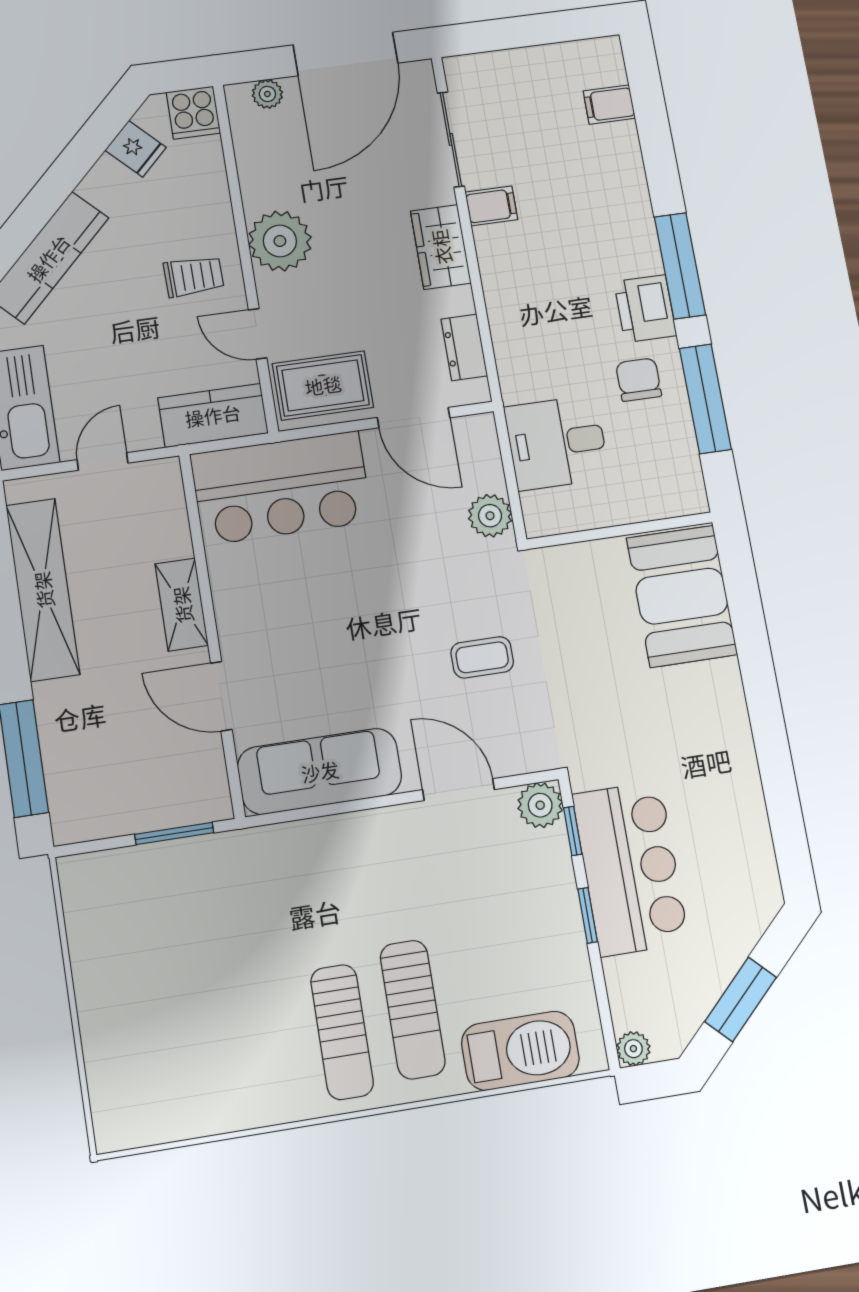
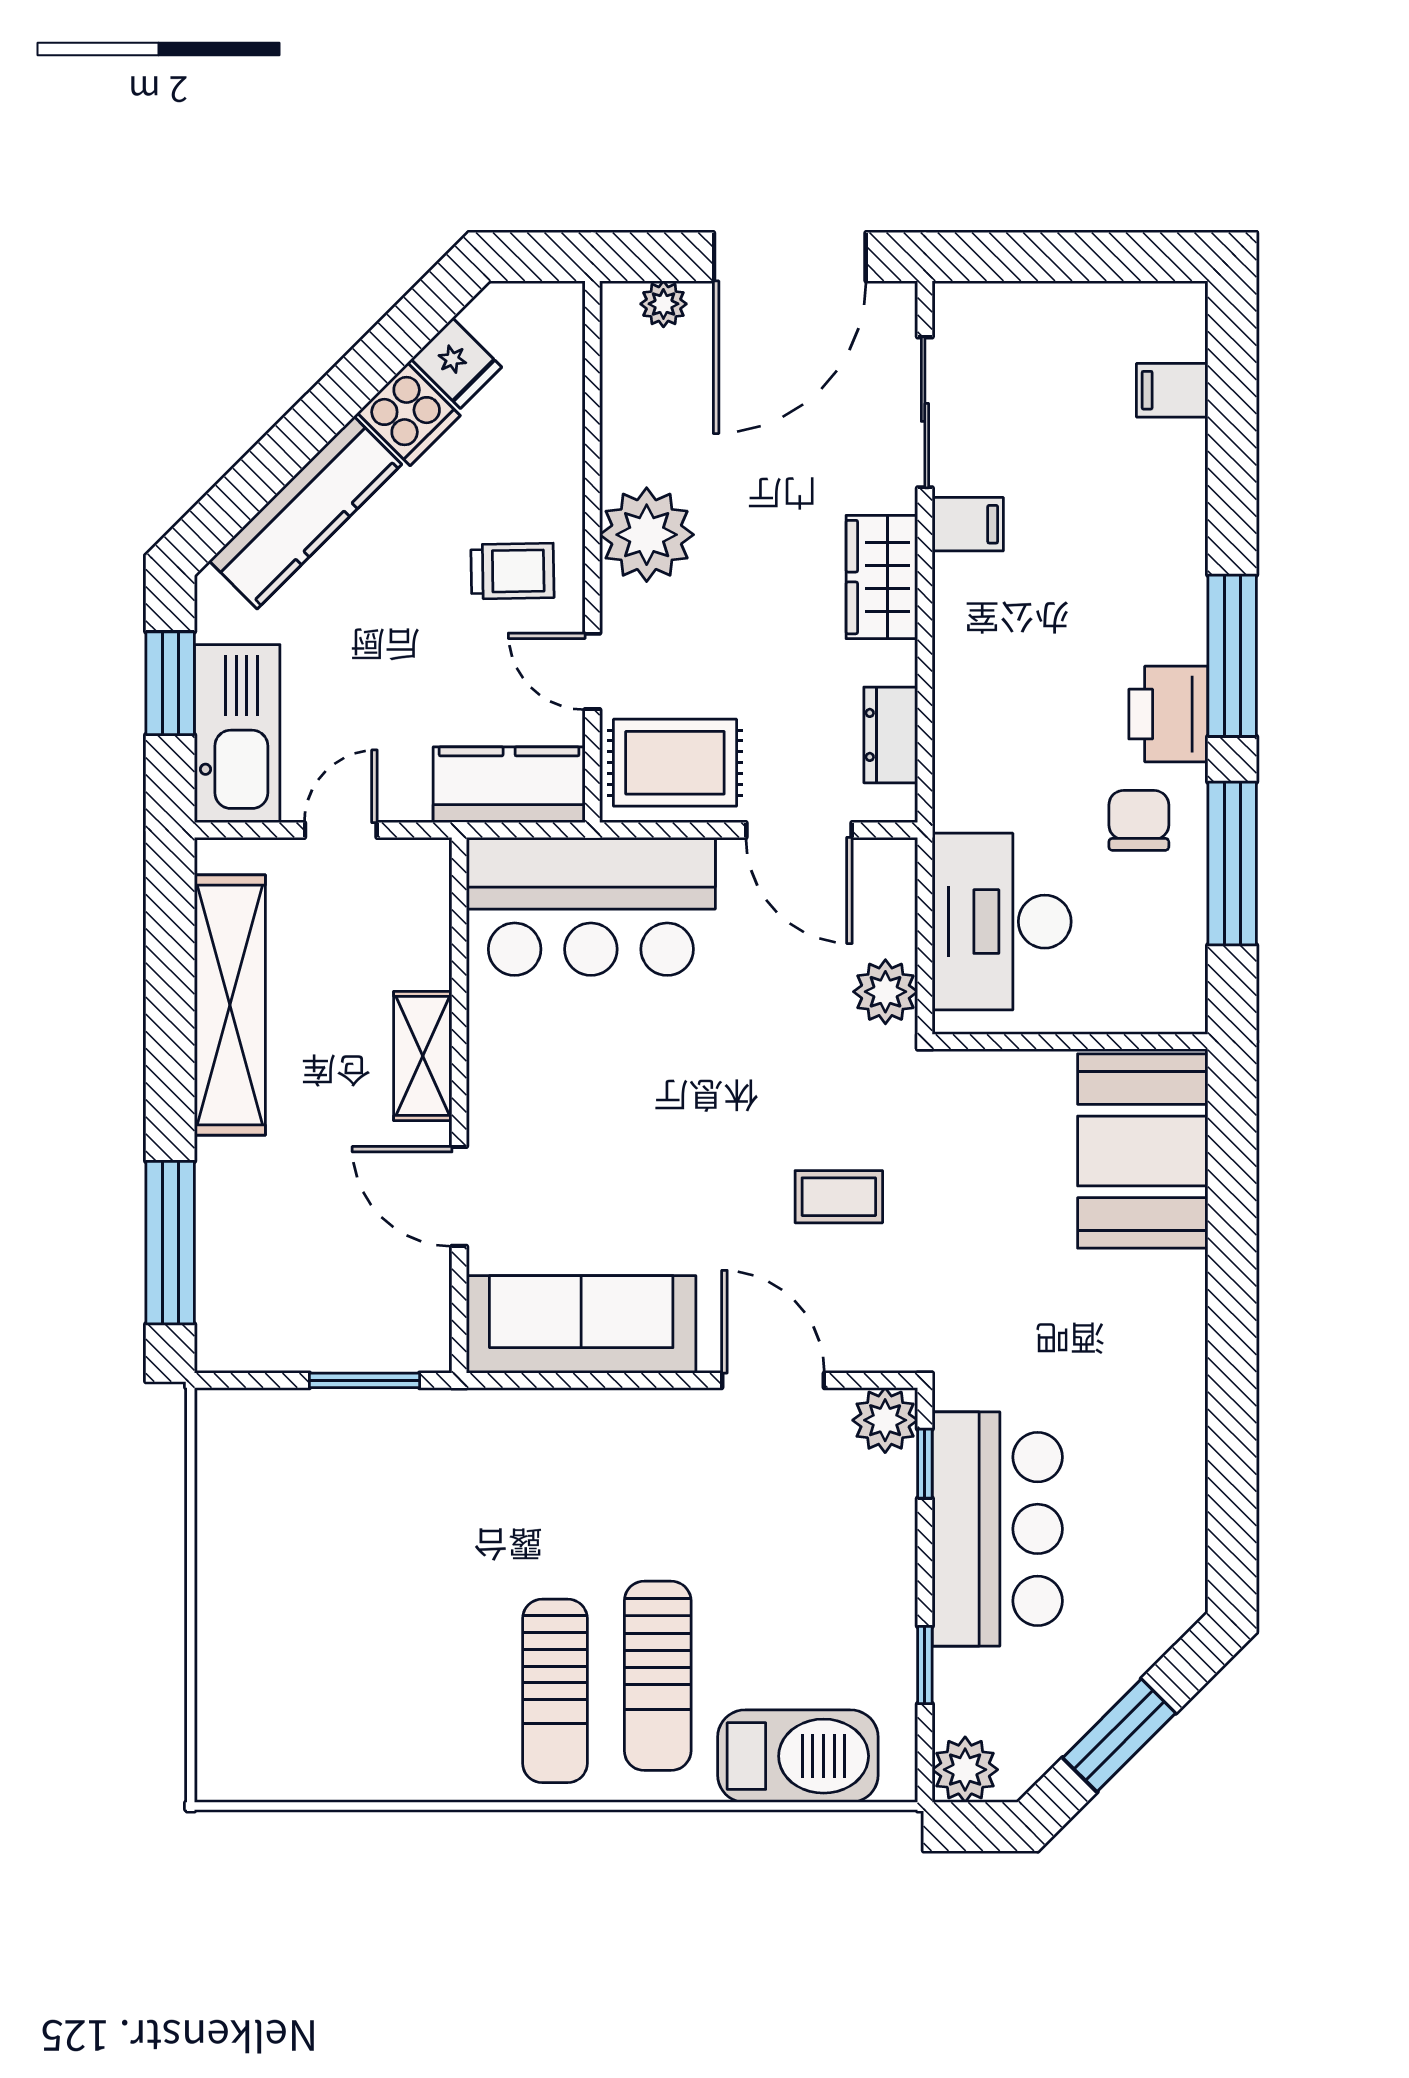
cooker: (193, 113) -> (409, 414), moved, turned -45
desk: (557, 443) -> (1002, 922), width x1.37
window: (588, 915) -> (925, 1665), moved
plant: (633, 1049) -> (965, 1770), width x1.38, depth x1.38

